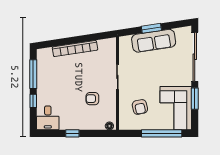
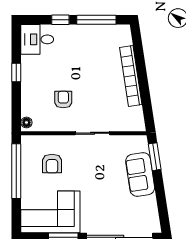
window: (151, 28) -> (155, 157), moved
sofa: (154, 41) -> (140, 174), width x0.73
armchair: (140, 107) -> (52, 164), turned -78
window: (162, 133) -> (16, 171), moved

